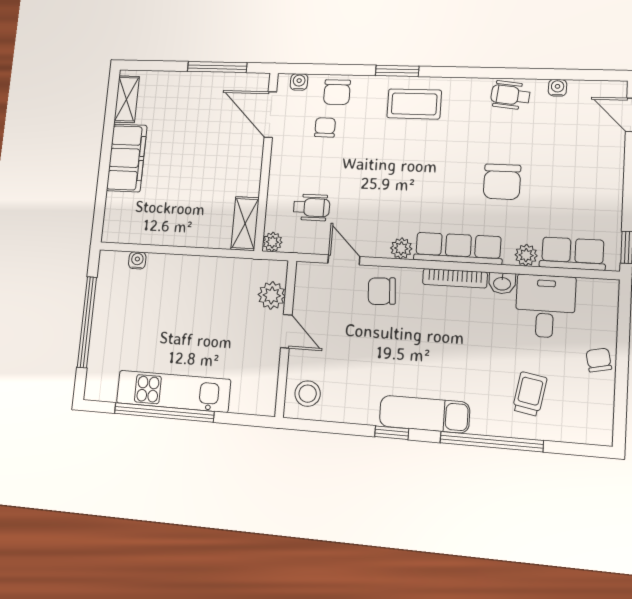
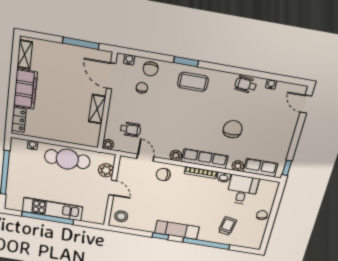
chair: (502, 182) -> (233, 129), turned 180
locker: (114, 215) -> (19, 120), added
shelving: (245, 224) -> (97, 109), moved
cafe table: (199, 281) -> (67, 159), added

